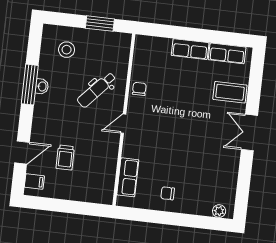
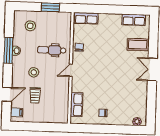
row of seats: (190, 49) -> (86, 18), moved
dental chair: (97, 90) -> (52, 50), turned 48
stool: (66, 122) -> (34, 72), added

